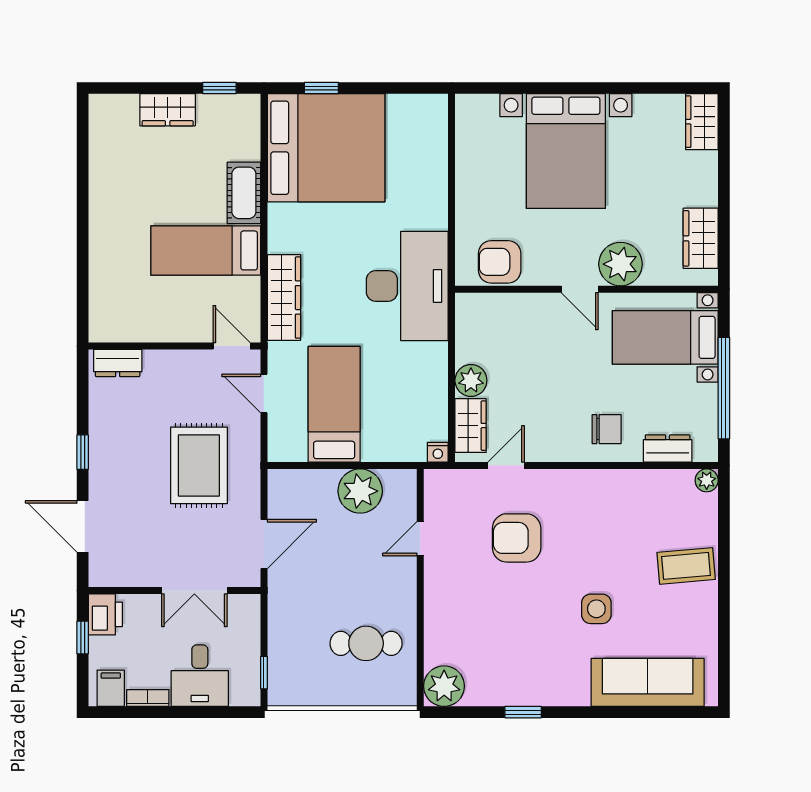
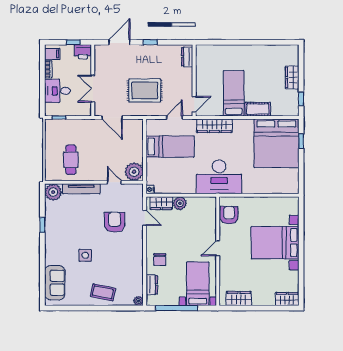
plant: (621, 264) -> (228, 265), removed
plant: (360, 491) -> (134, 172), moved
coffee table: (686, 566) -> (103, 292), turned -73
tv unit: (436, 618) -> (81, 189), added
sofa: (648, 682) -> (55, 283), width x0.73

